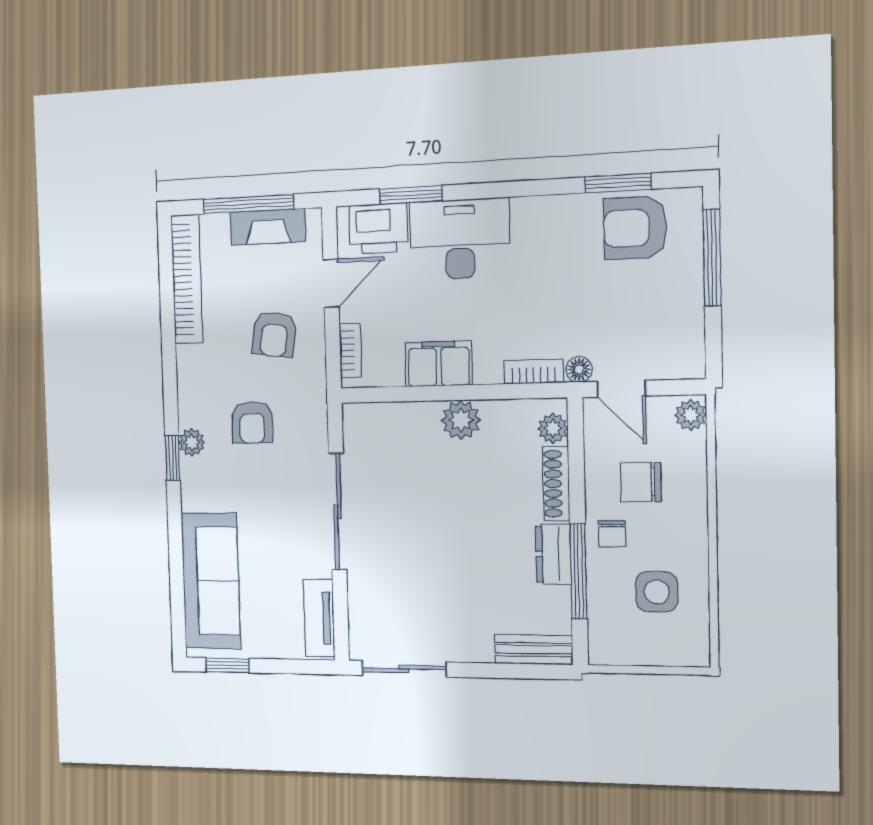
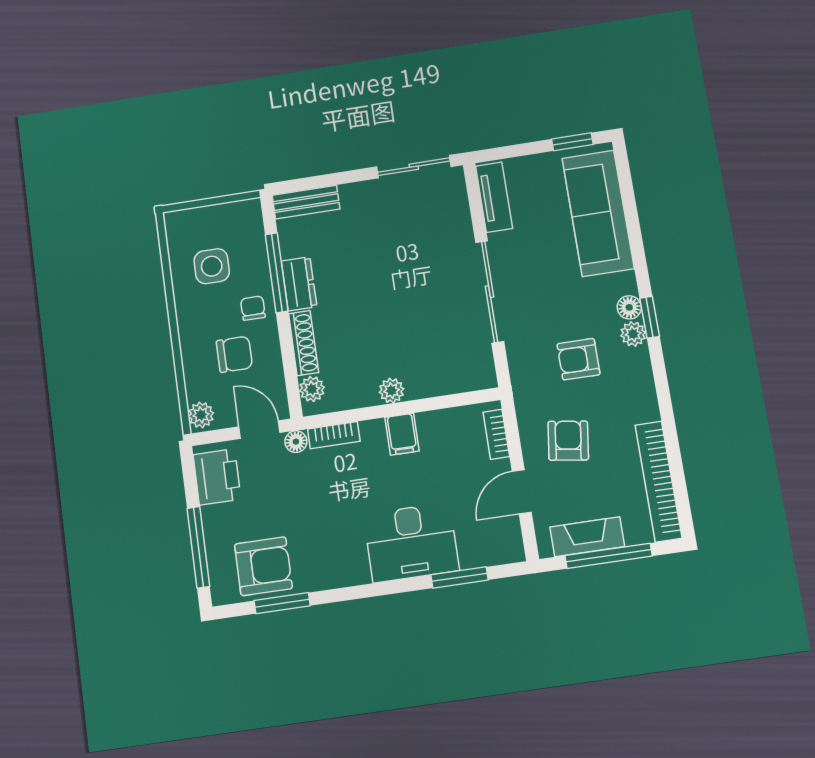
printer: (379, 228) -> (217, 477), moved, turned 90
filing cabinet: (439, 364) -> (402, 434), width x0.50
plant: (461, 420) -> (391, 391), width x0.73, depth x0.73
armchair: (252, 423) -> (578, 359), turned -90
floor lamp: (192, 472) -> (629, 307), added

